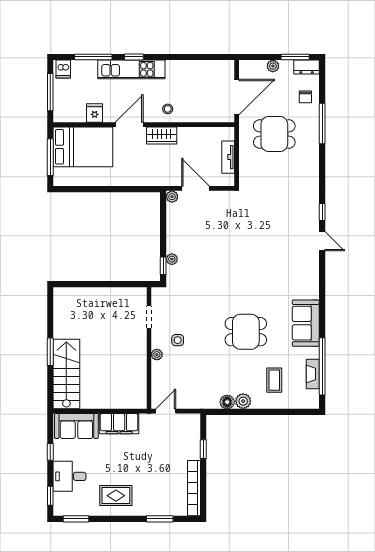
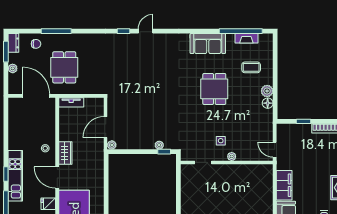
tv unit: (228, 157) -> (71, 102), moved

